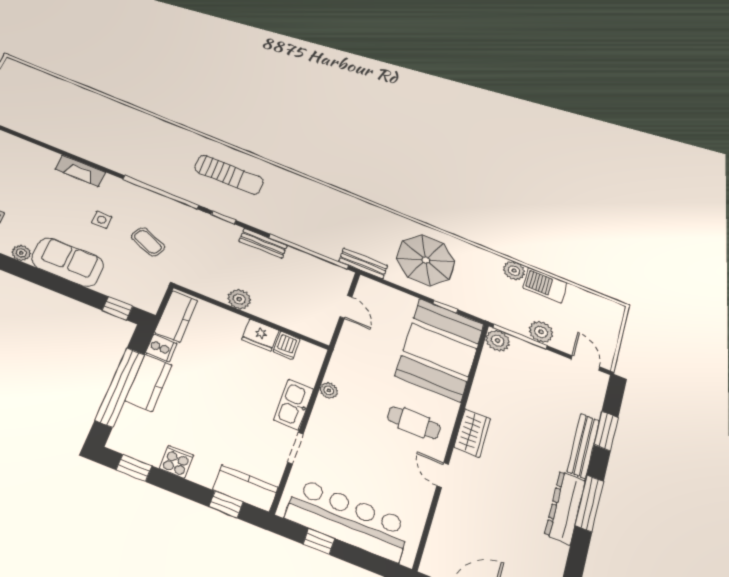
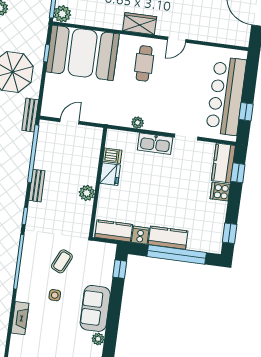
cooker: (176, 462) -> (220, 192), moved

